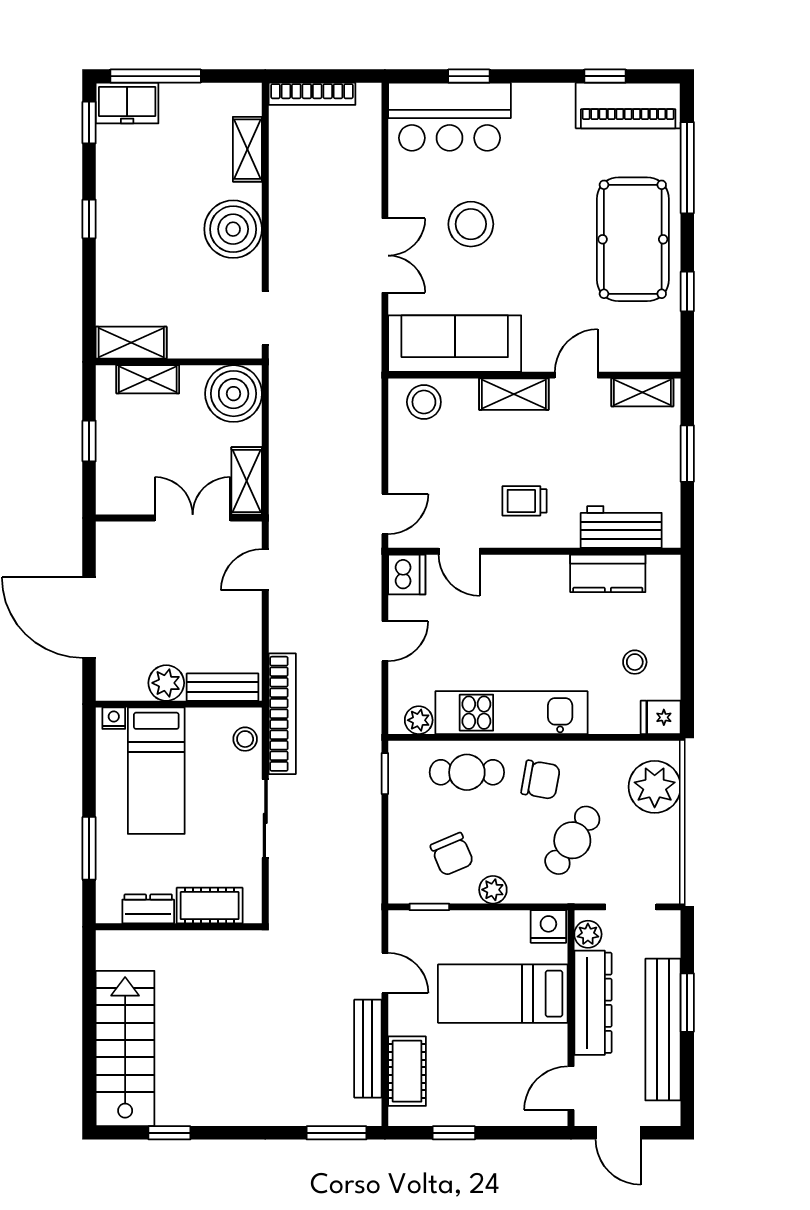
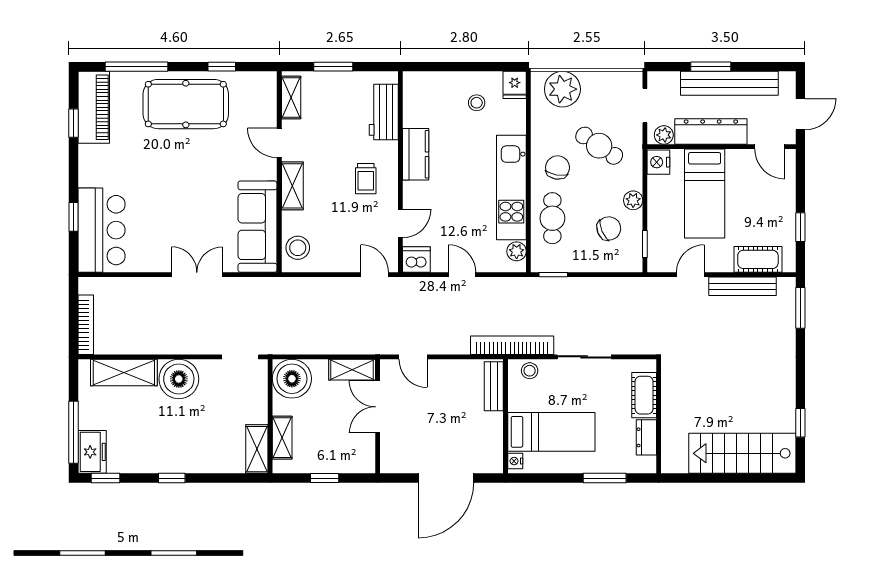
shelving: (247, 149) -> (124, 373), width x1.50, depth x1.33
stool: (471, 224) -> (175, 215), removed
kitchen counter: (608, 573) -> (416, 154), moved
plant: (166, 683) -> (491, 425), removed

